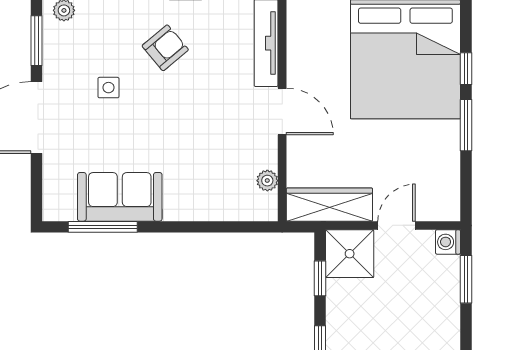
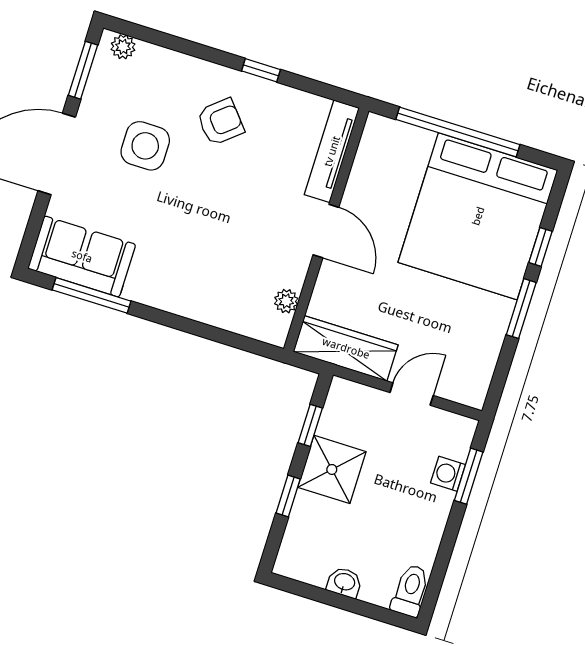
side table: (108, 88) -> (145, 146), width x1.87, depth x1.87
sofa: (120, 197) -> (82, 256), moved
washing machine: (448, 242) -> (448, 474), moved
shower: (350, 254) -> (332, 469), moved

